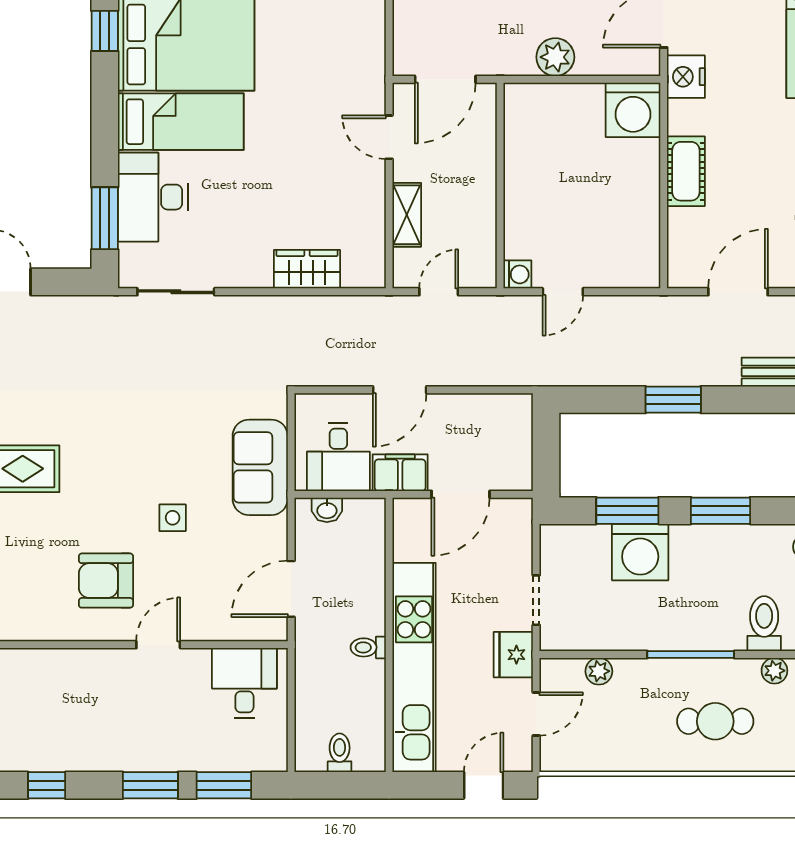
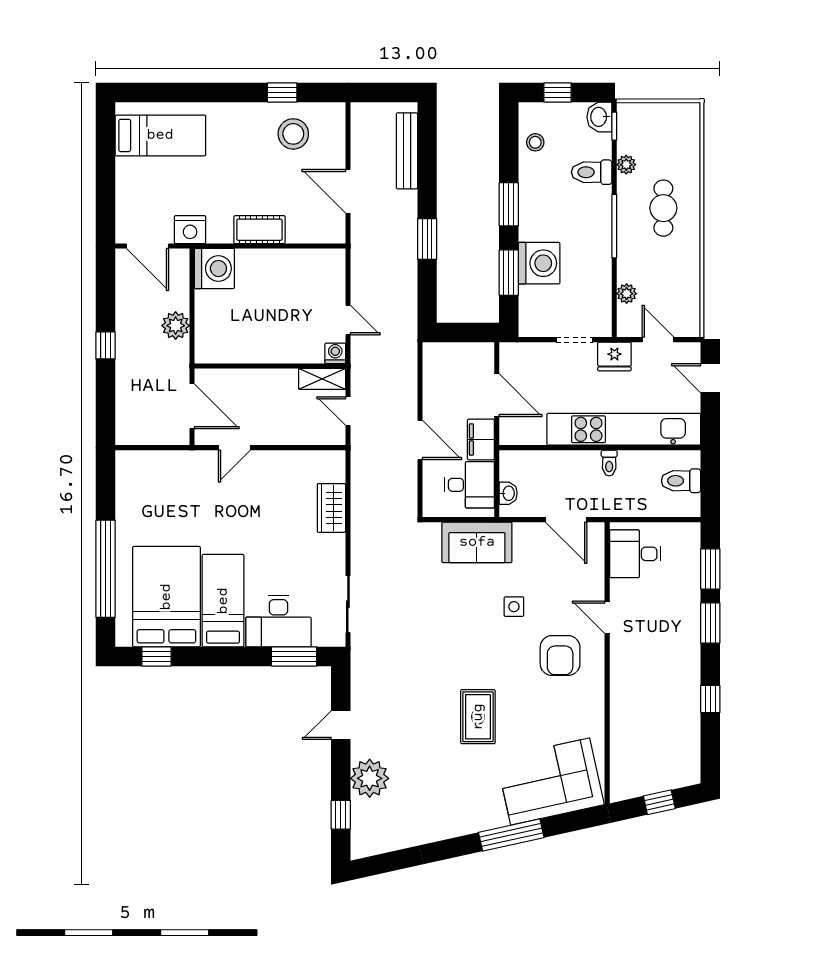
shelving: (407, 215) -> (322, 379), moved
toilet: (340, 753) -> (681, 481), width x1.37, depth x1.39

